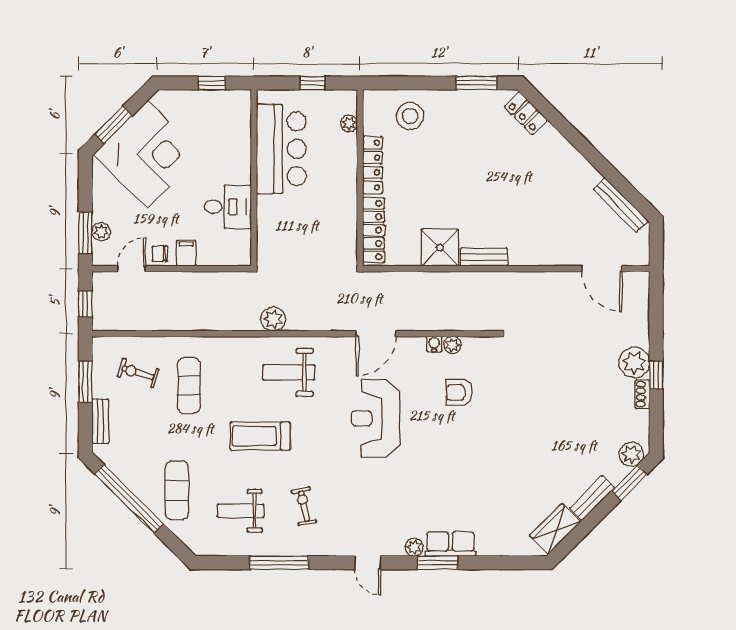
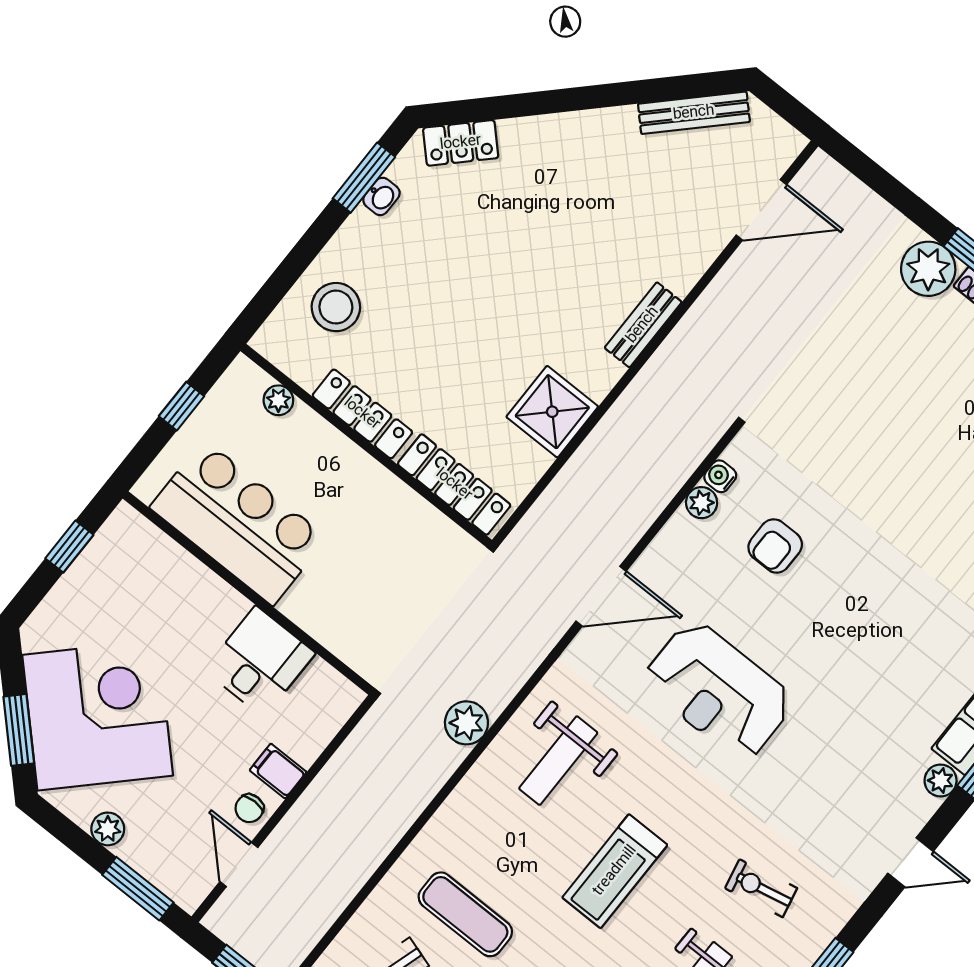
washbasin: (475, 97) -> (381, 196), added
plant: (101, 232) -> (108, 829), moved
bench: (484, 257) -> (643, 325), moved
door: (376, 334) -> (601, 596), hinge flipped
water cooler: (434, 344) -> (720, 476), moved

